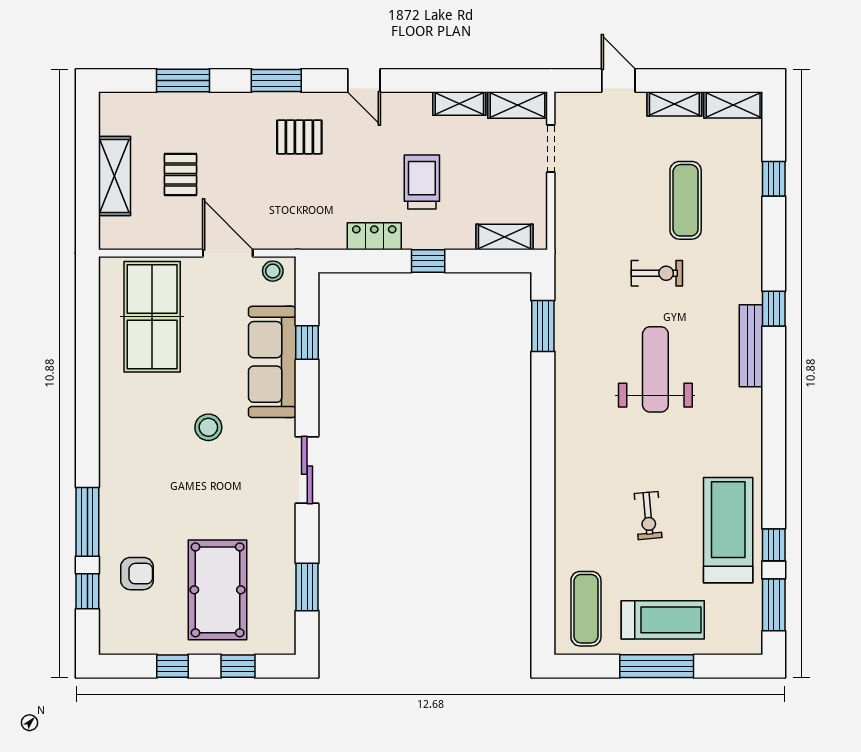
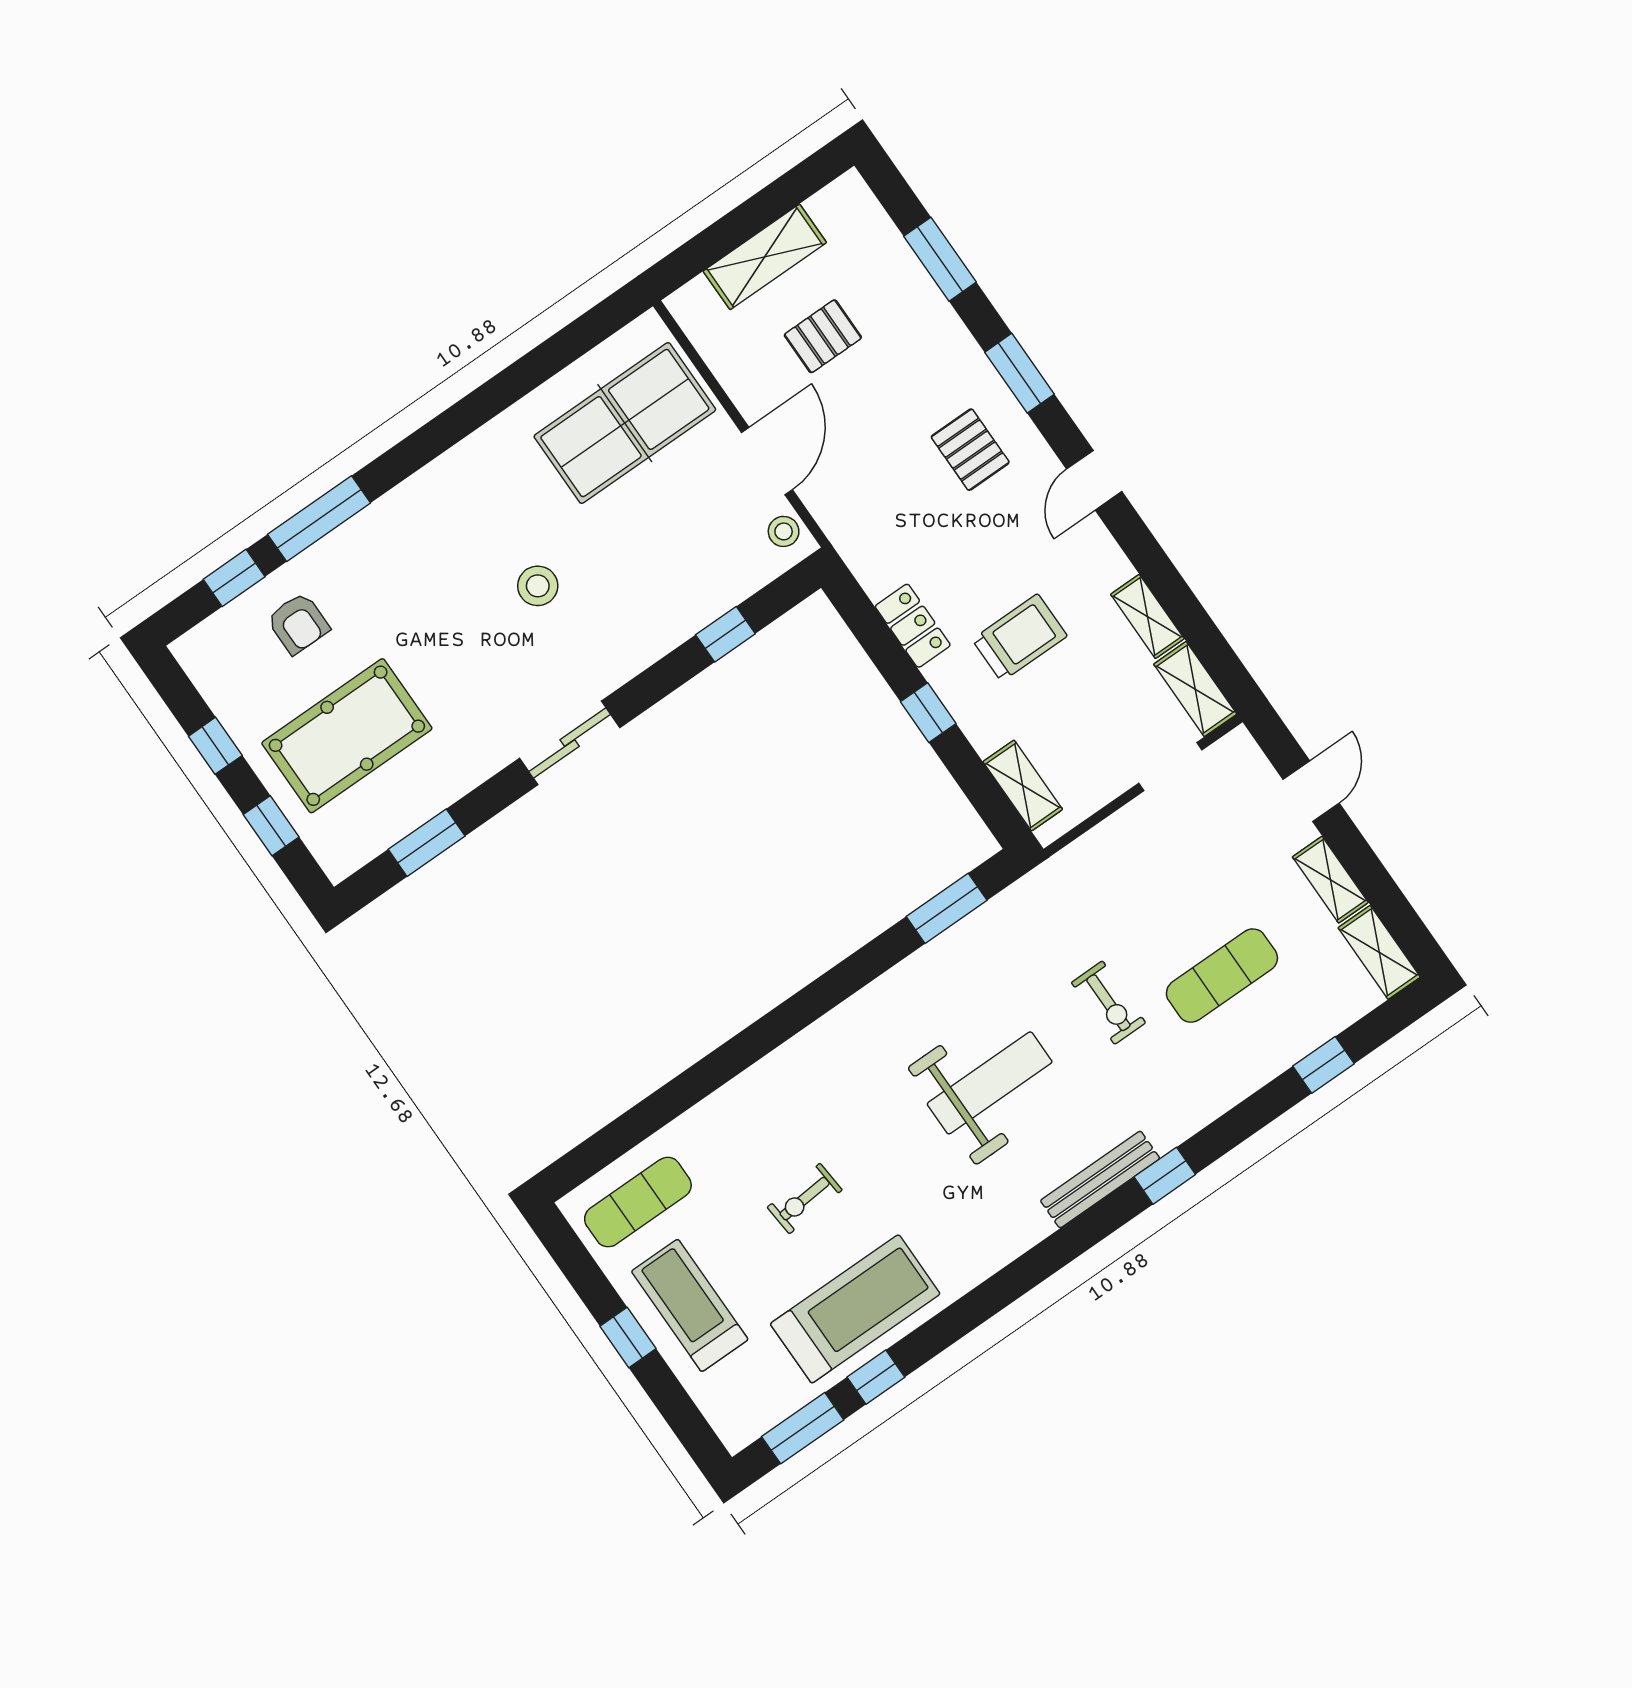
sofa: (272, 362) -> (672, 608), removed
treadmill: (663, 620) -> (690, 1305), turned 180
window: (657, 666) -> (628, 1337), width x0.46

